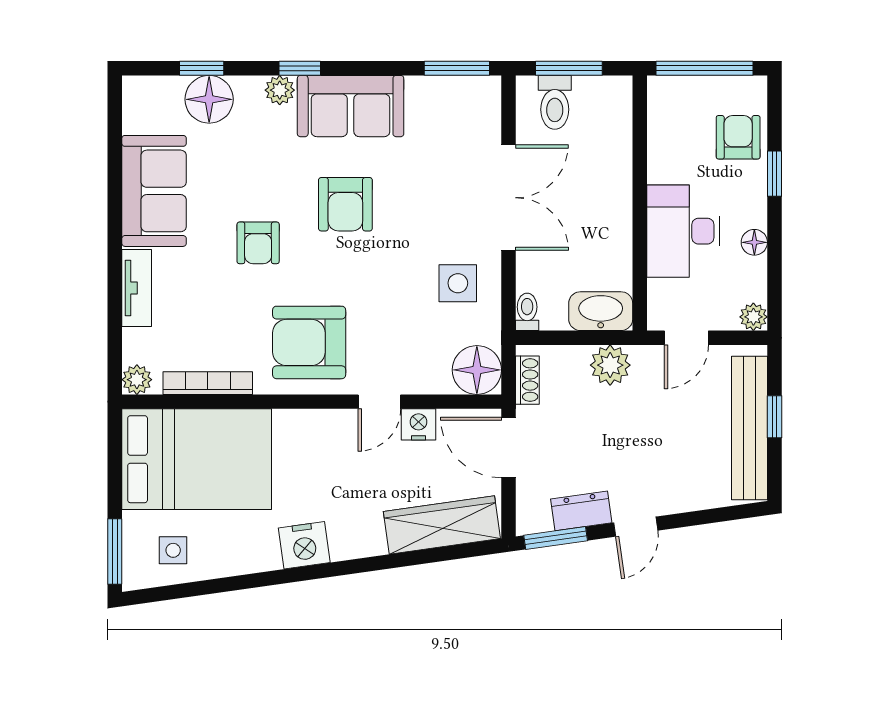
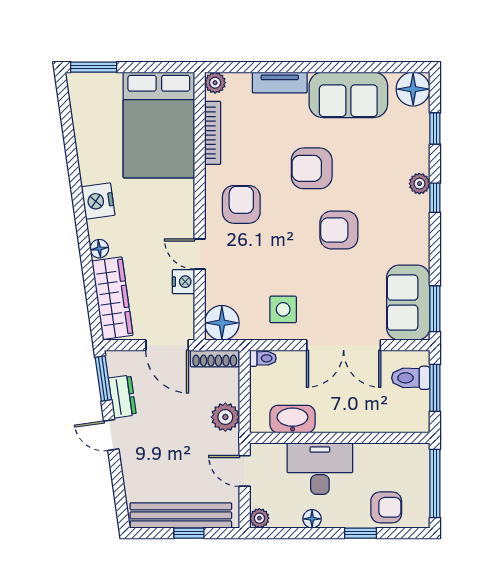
floor lamp: (209, 99) -> (413, 89), moved
sofa: (351, 106) -> (408, 303), moved
armchair: (258, 243) -> (312, 168), width x1.38, depth x1.38
washbasin: (601, 311) -> (293, 419), moved, turned -90
armchair: (309, 342) -> (241, 204), width x0.73, depth x0.73
shoe rack: (527, 380) -> (215, 358), width x1.43
door: (508, 447) -> (167, 345), swing flipped
floor lamp: (372, 544) -> (99, 249), added
side table: (173, 550) -> (95, 108), removed

